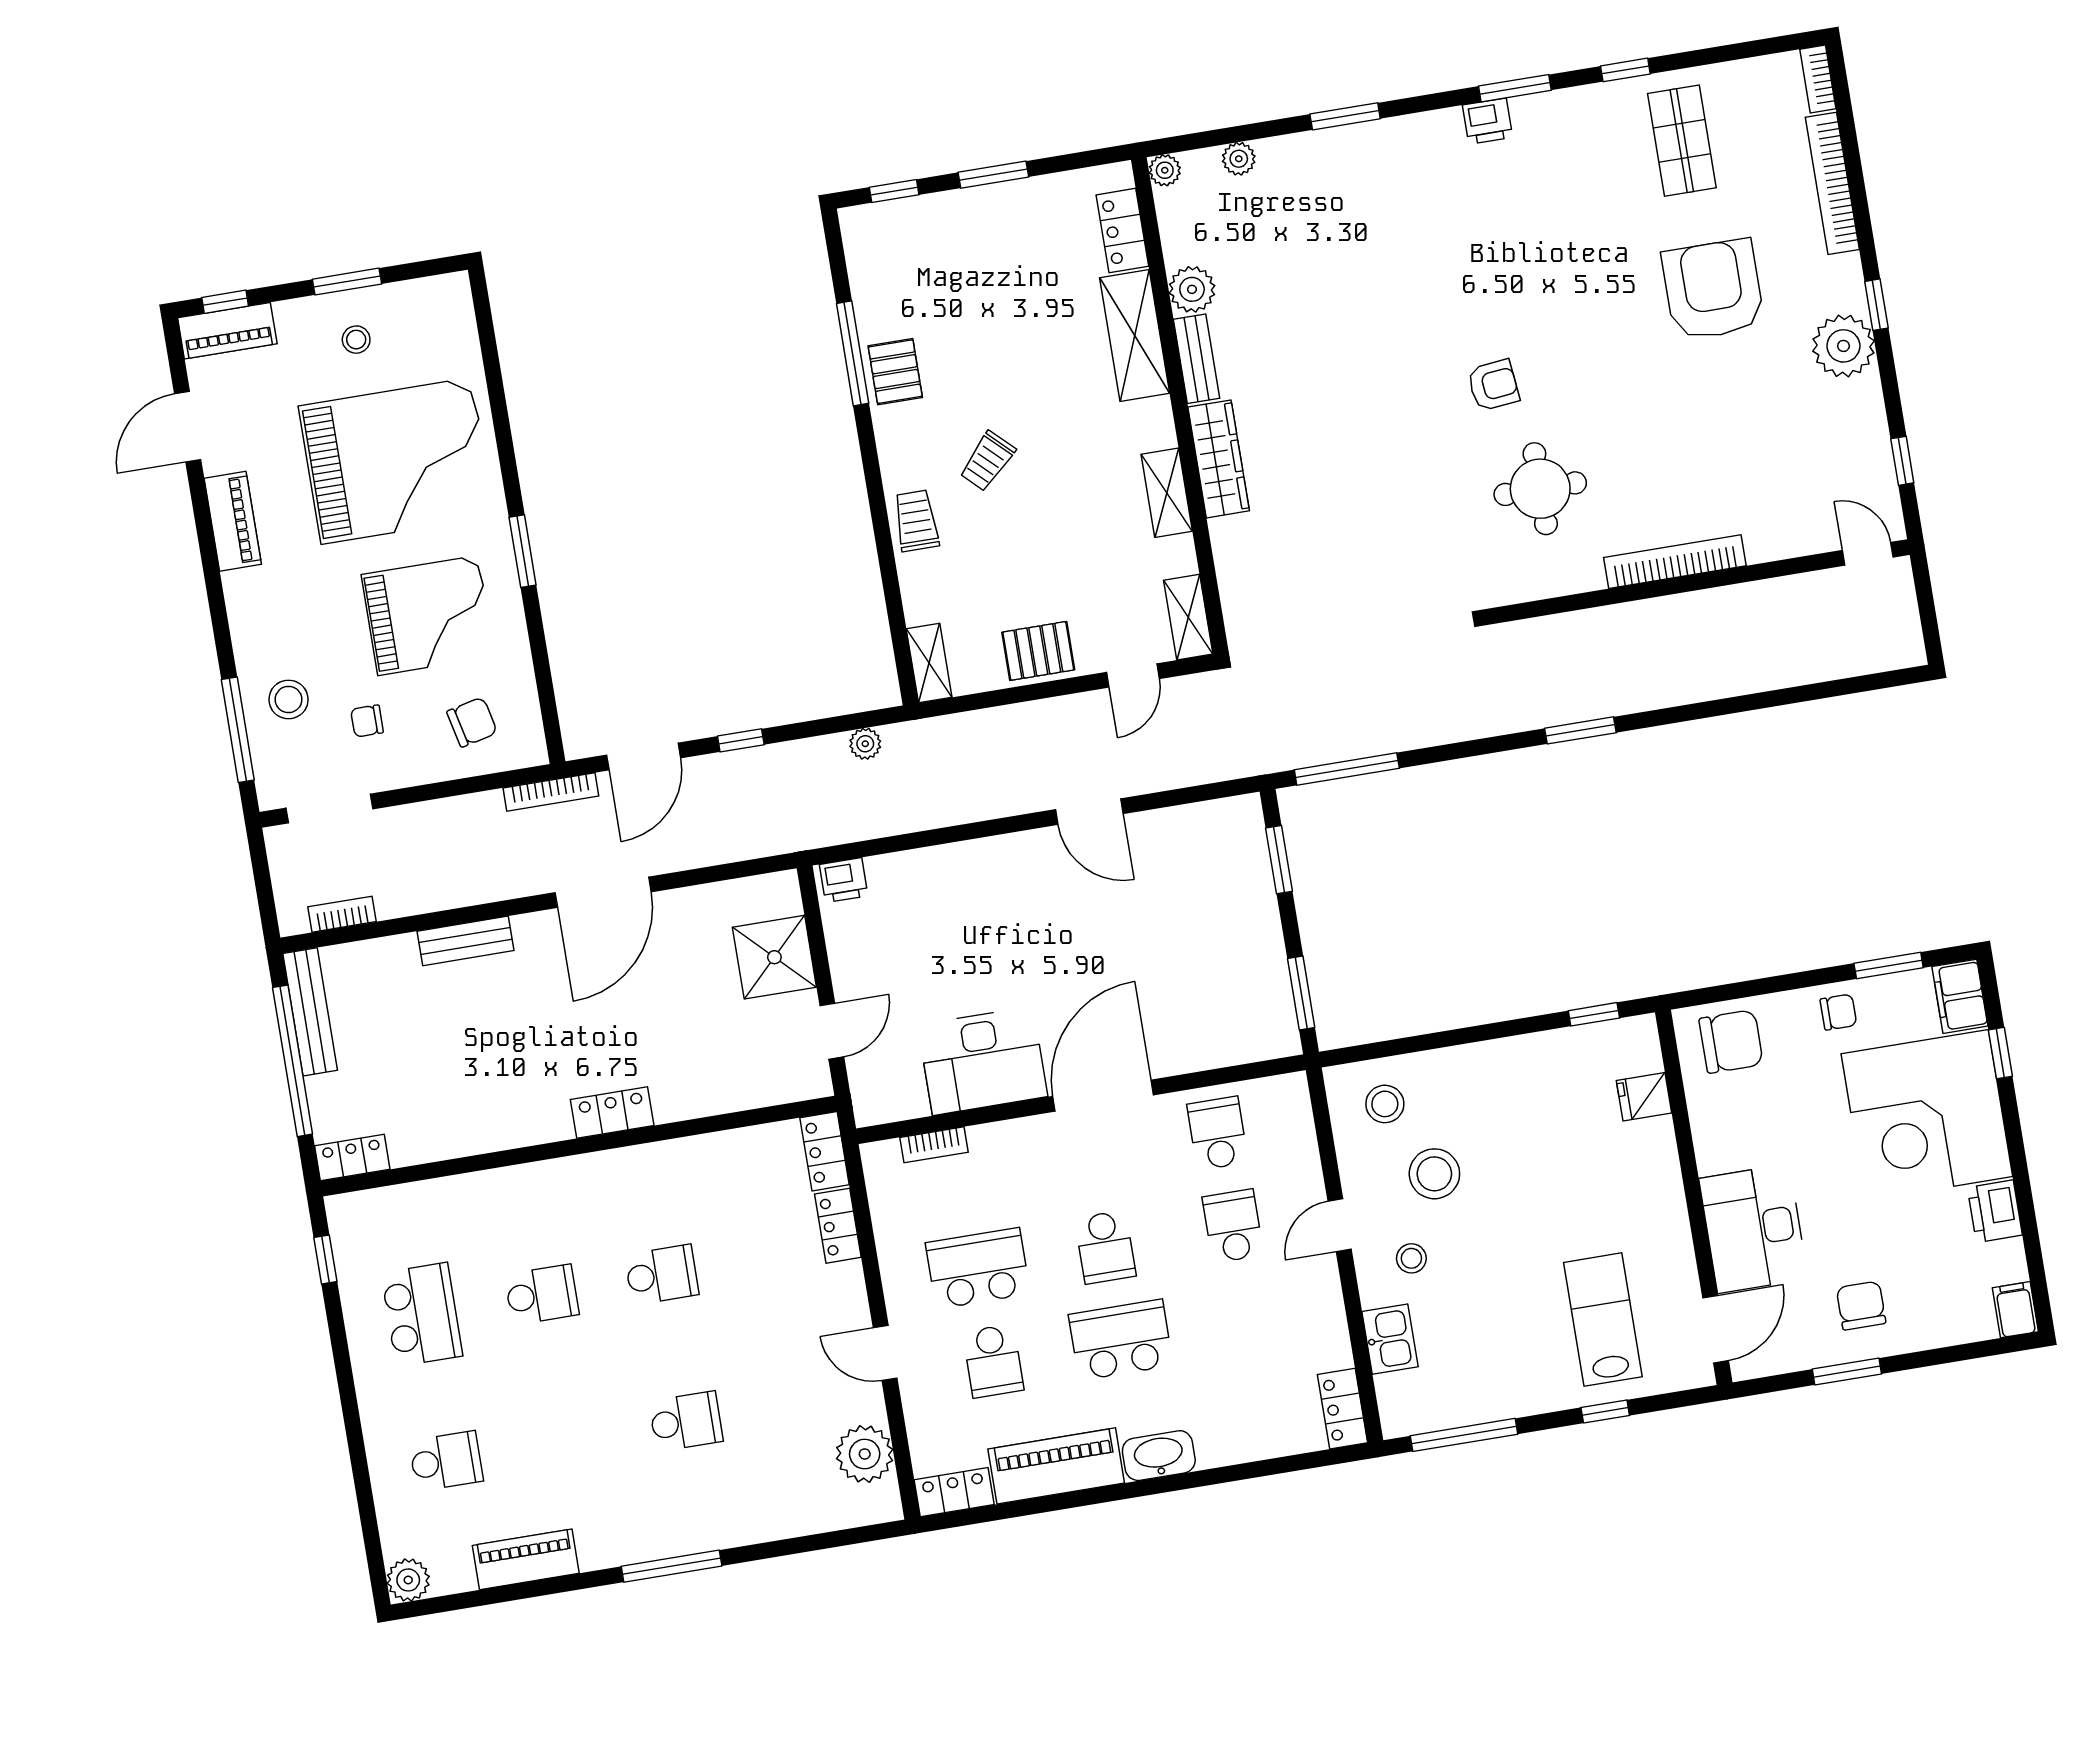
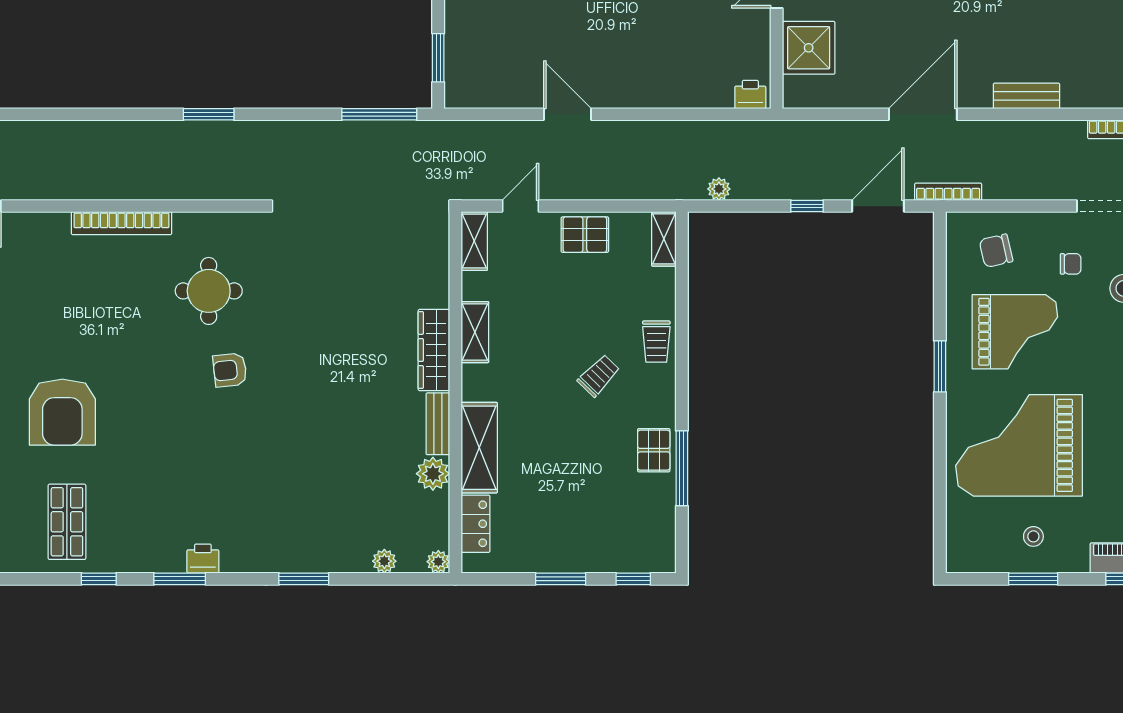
grand piano: (428, 615) -> (1015, 332), turned 180

